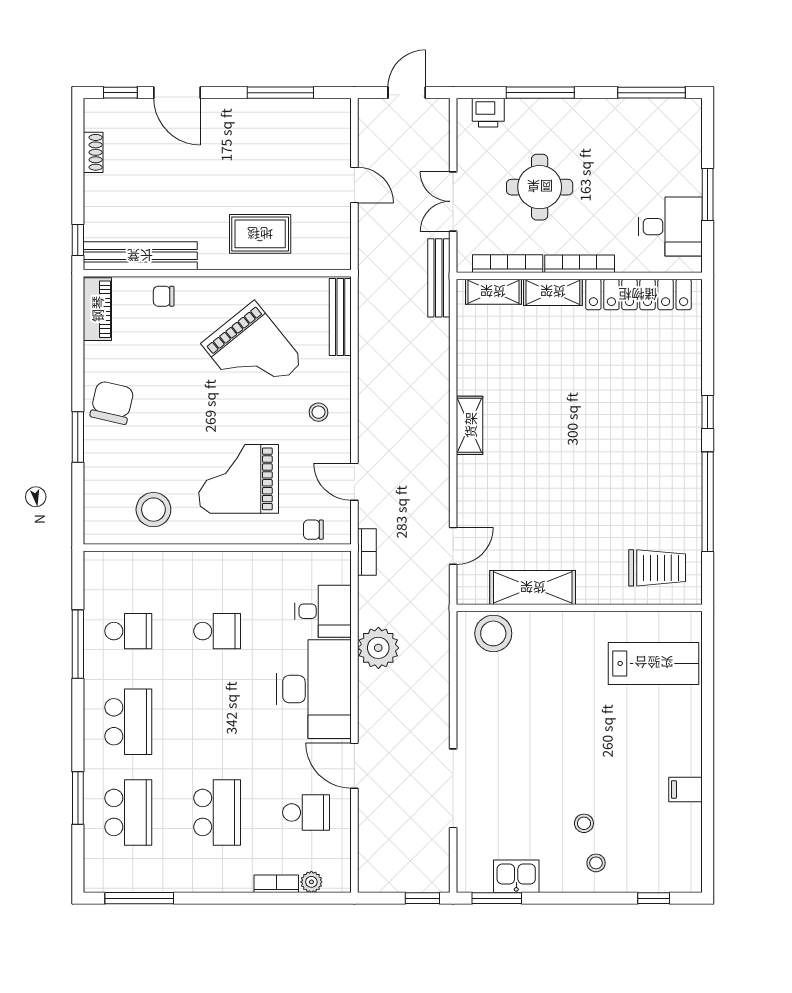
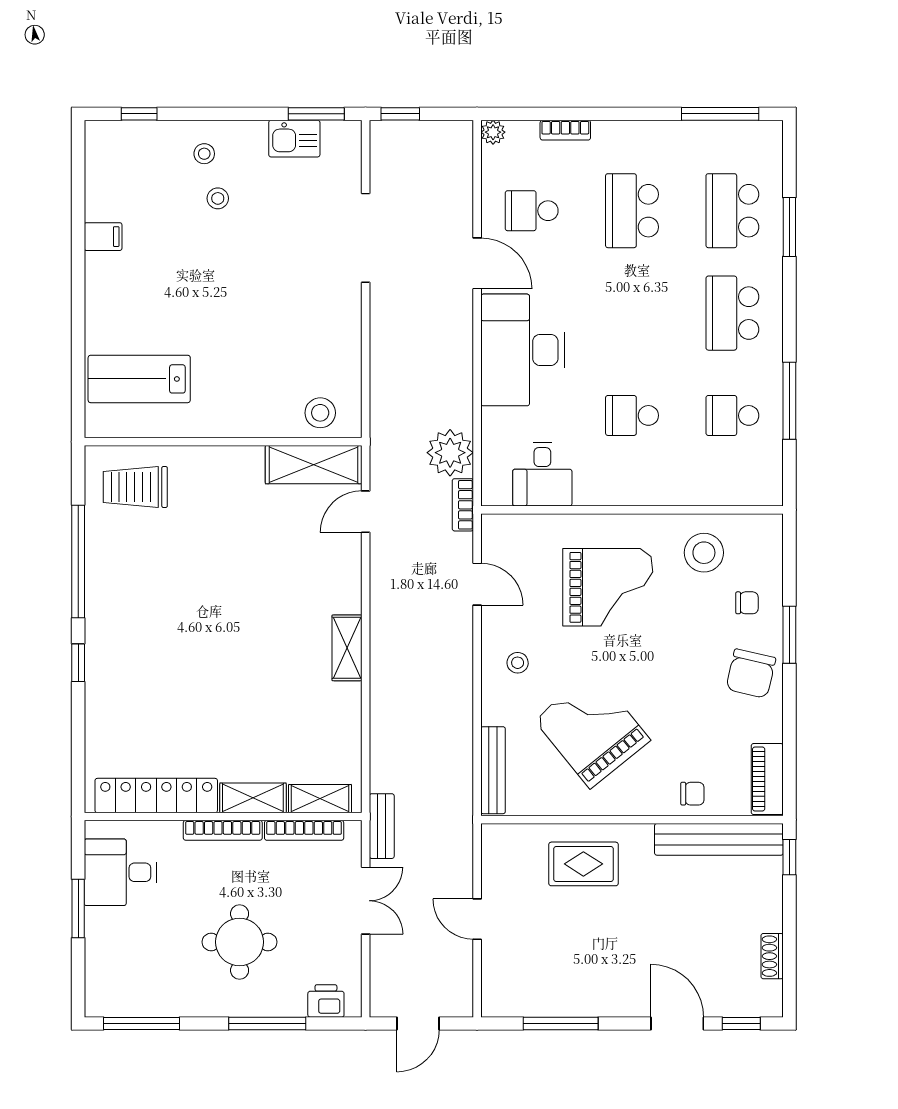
round table: (540, 187) -> (240, 942), moved
bench: (439, 278) -> (382, 826), width x0.73
chair: (313, 530) -> (747, 603), moved
shelving: (533, 588) -> (314, 465), moved
desk: (323, 611) -> (542, 474), moved, turned -90
stool: (493, 633) -> (320, 413), width x0.73, depth x0.73
plant: (378, 648) -> (450, 453), moved
plant: (311, 882) -> (493, 132), moved

